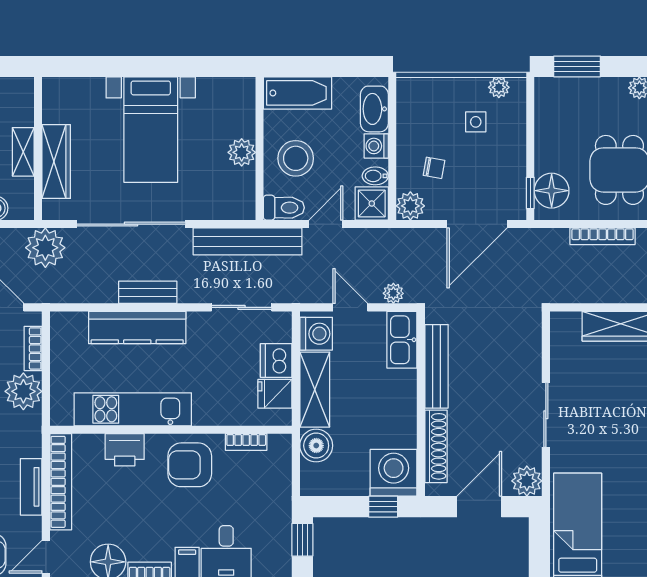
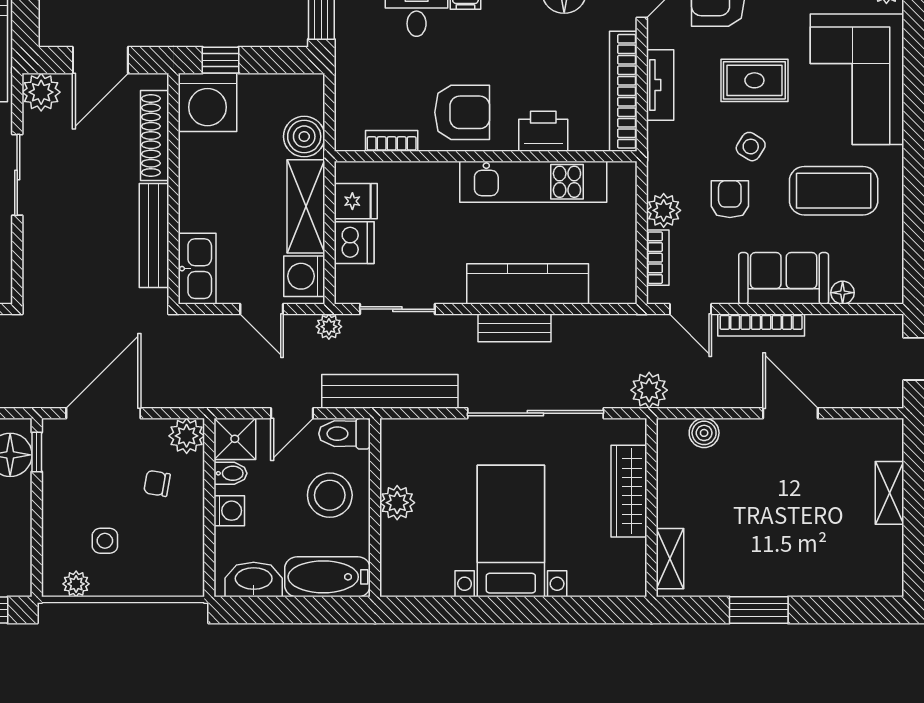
washbasin: (374, 109) -> (254, 580), moved, turned -90
shelving: (23, 152) -> (670, 559), moved
plant: (45, 248) -> (649, 390), width x0.73, depth x0.73
plant: (393, 293) -> (329, 327), moved
plant: (23, 391) -> (664, 210), width x0.73, depth x0.73

